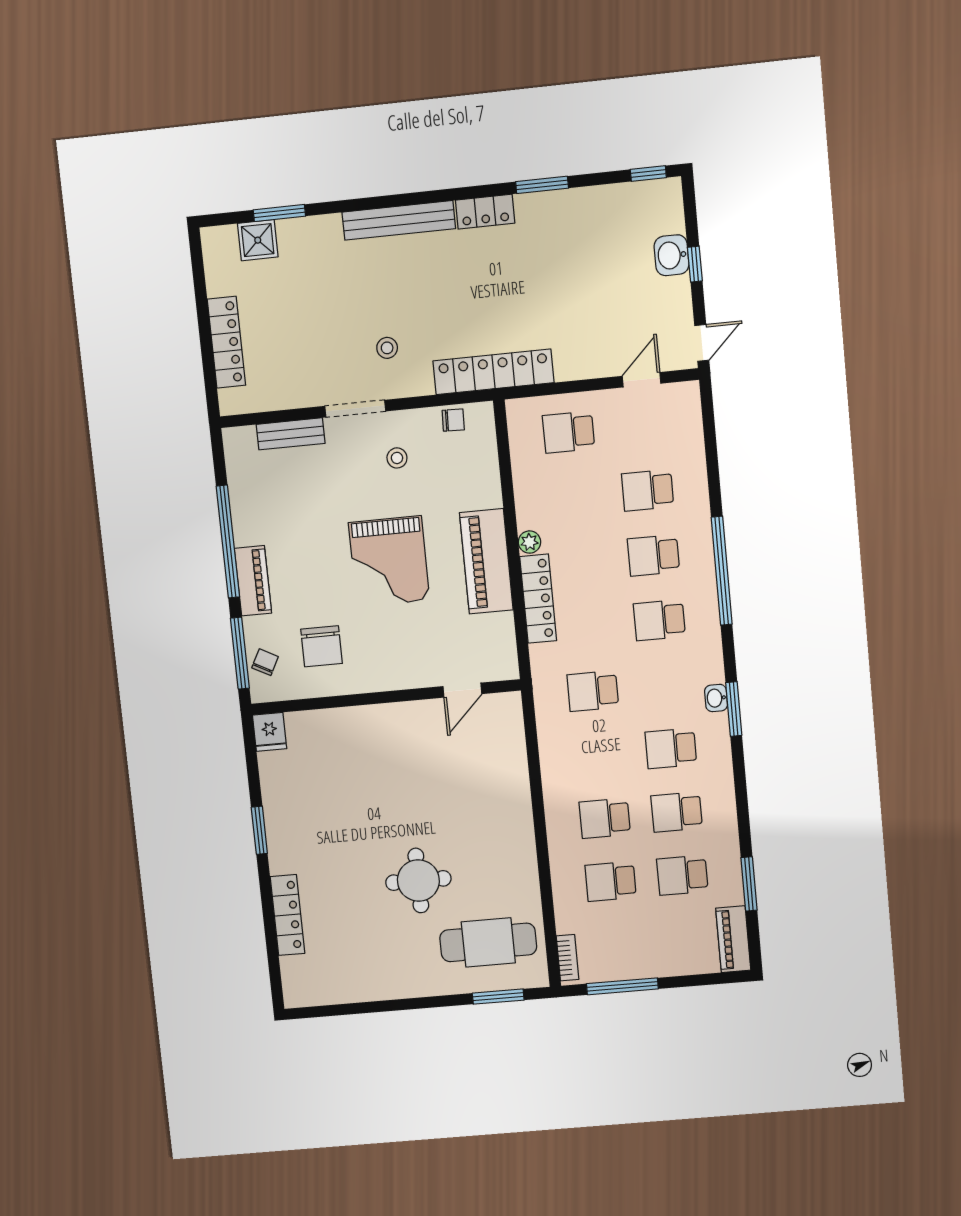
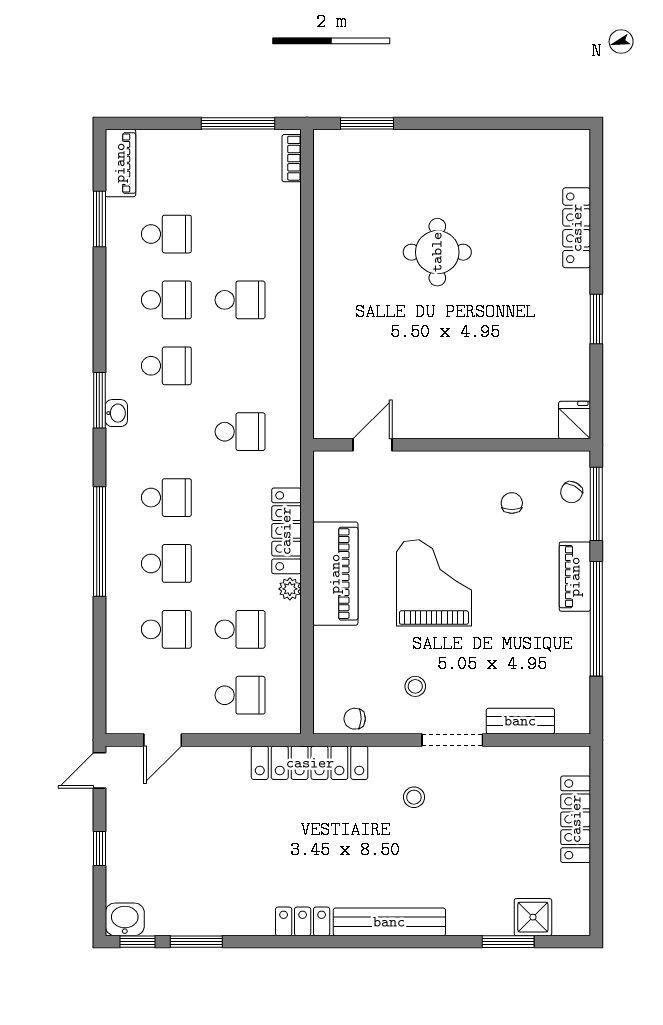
window: (542, 185) -> (196, 942), moved
washbasin: (672, 255) -> (125, 919), moved, turned -90
chair: (322, 646) -> (512, 503), width x0.54, depth x0.54
school desk: (611, 881) -> (240, 629), moved
cafe table: (488, 942) -> (372, 181), removed

